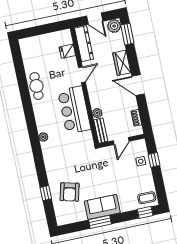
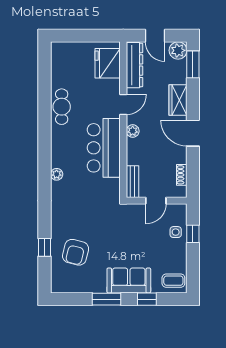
fridge: (67, 51) -> (108, 63), width x1.88, depth x1.34
plant: (97, 113) -> (133, 131), moved
sofa: (102, 207) -> (129, 280), moved
window: (145, 212) -> (147, 299), moved

